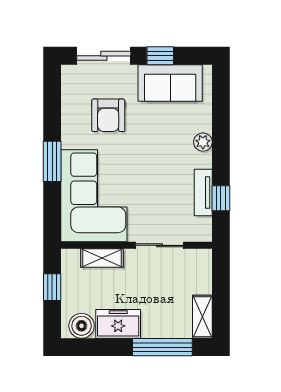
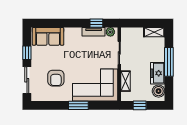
sofa: (170, 83) -> (48, 36), moved, turned 90
armchair: (108, 115) -> (56, 78), turned 90
plant: (203, 142) -> (110, 32), moved
window: (162, 347) -> (169, 62), moved

